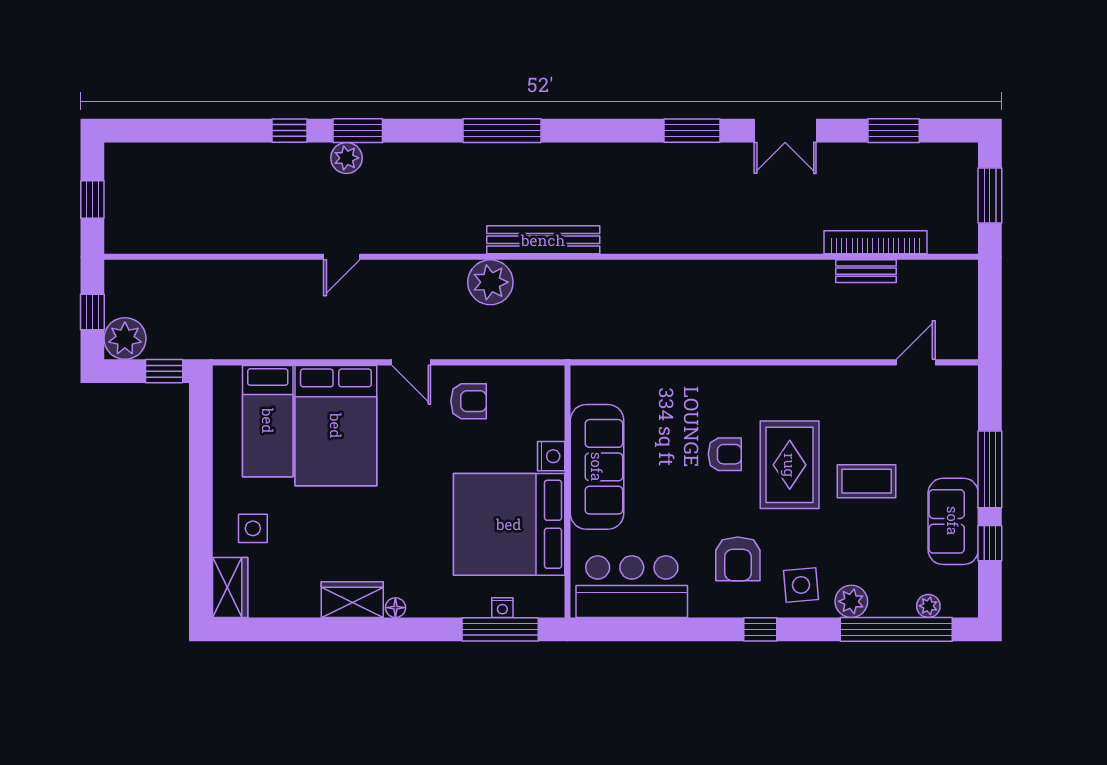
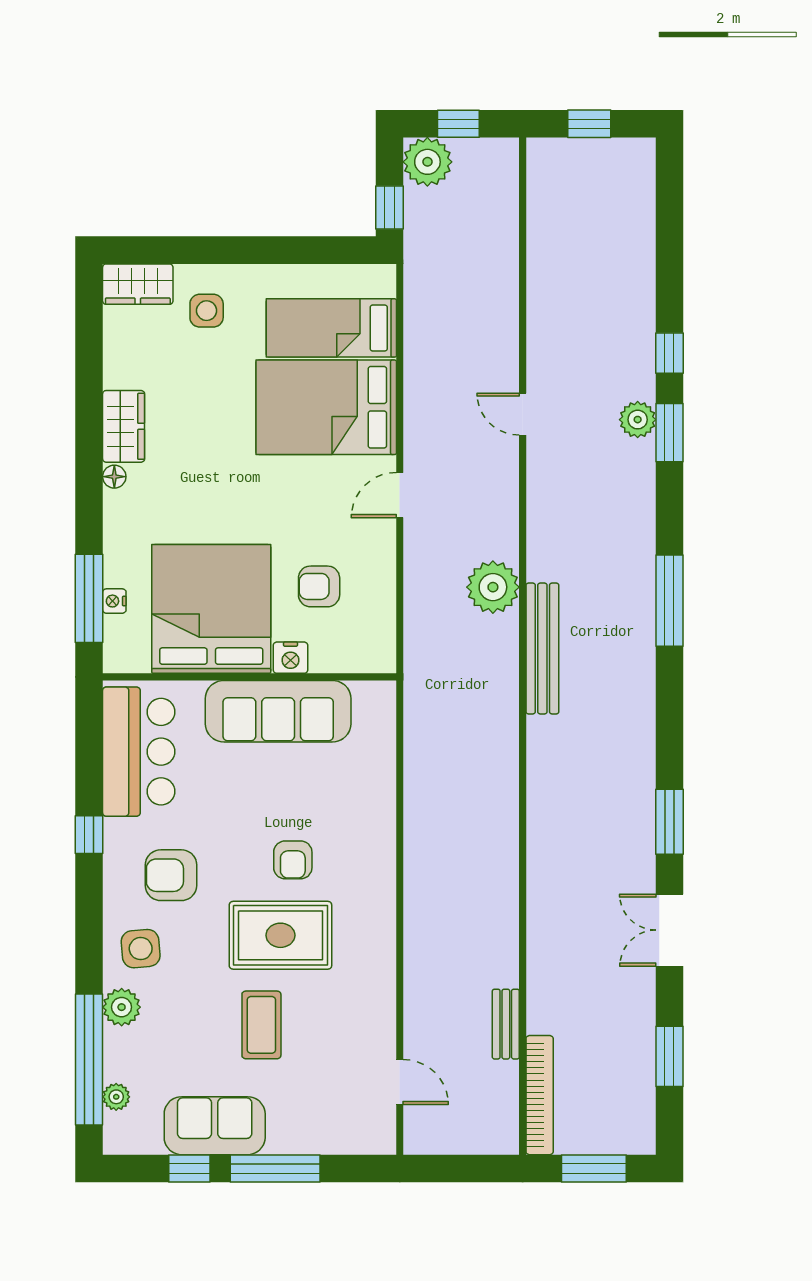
bookcase: (876, 242) -> (540, 1095), moved
armchair: (469, 401) -> (319, 586), moved, turned 90
window: (760, 629) -> (89, 835), moved

